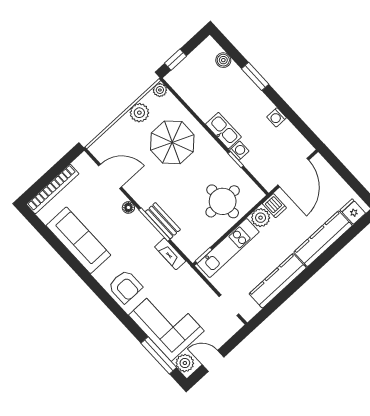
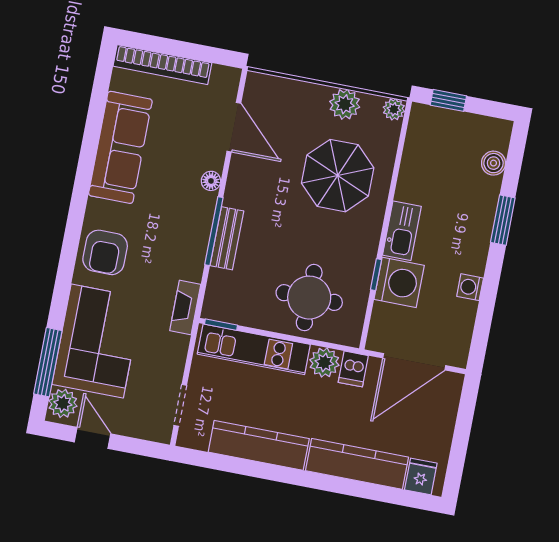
washing machine: (239, 151) -> (399, 282), width x1.89, depth x1.89
fireplace: (170, 254) -> (185, 307), moved

